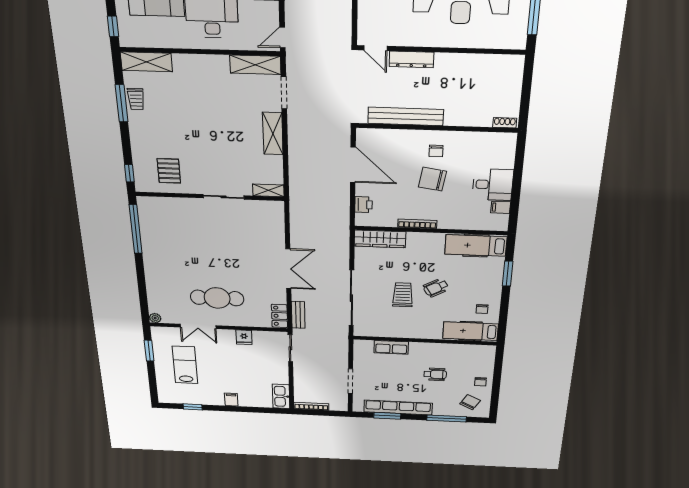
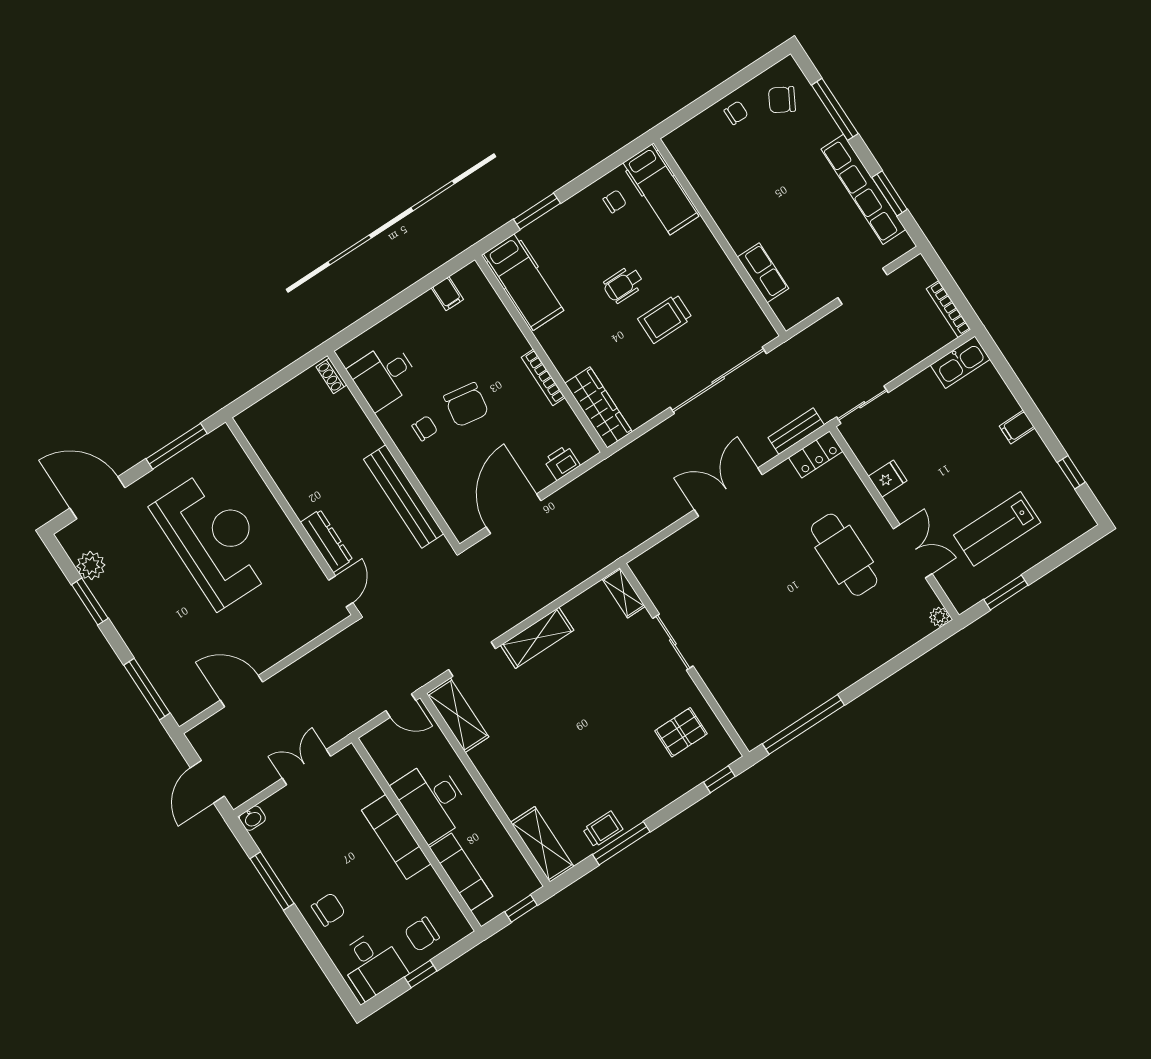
desk: (493, 185) -> (384, 376), moved, turned -90
wheelchair: (436, 288) -> (623, 284), turned 121
wheelchair: (435, 374) -> (767, 182), removed

